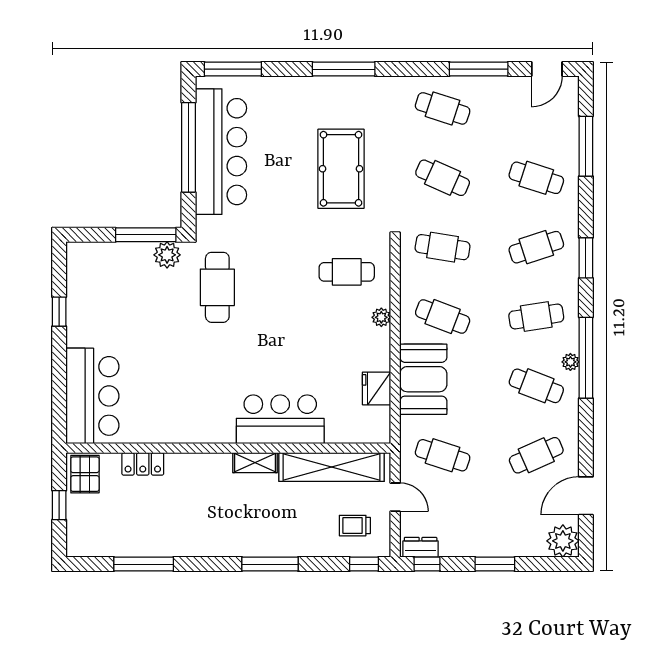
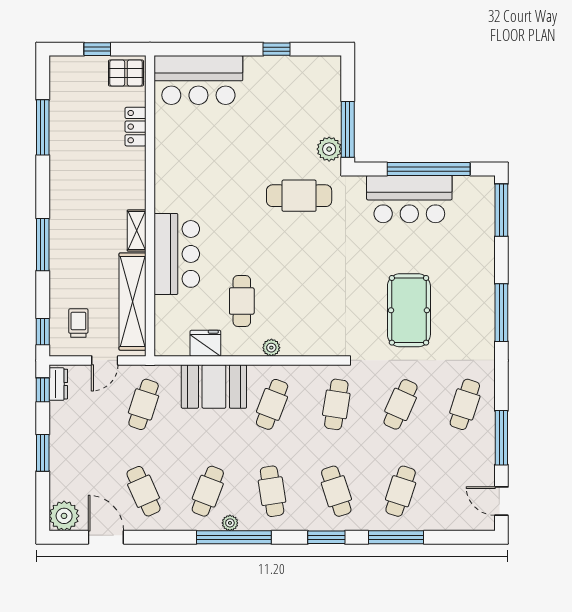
window: (586, 146) -> (396, 537), moved
bar counter: (221, 152) -> (409, 199), width x0.73
pool table: (341, 169) -> (409, 310), turned 90
cafe table: (347, 272) -> (242, 301), moved

